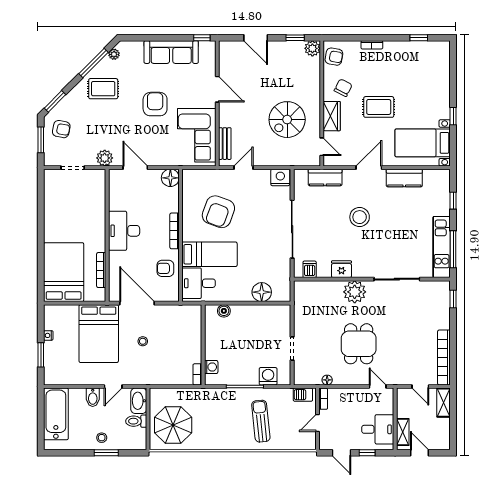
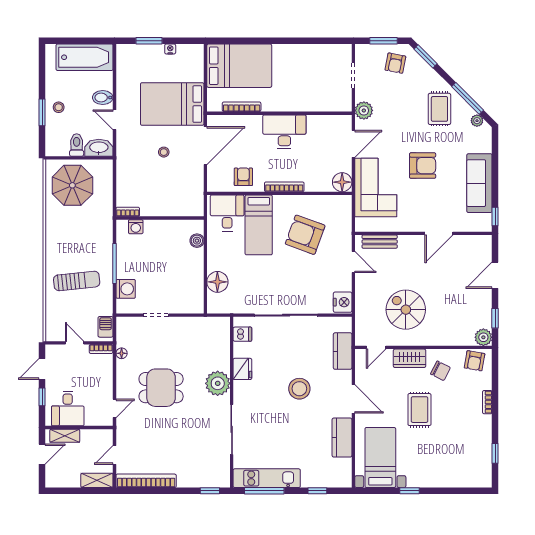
corner sofa: (197, 135) -> (376, 188), moved, turned 90

